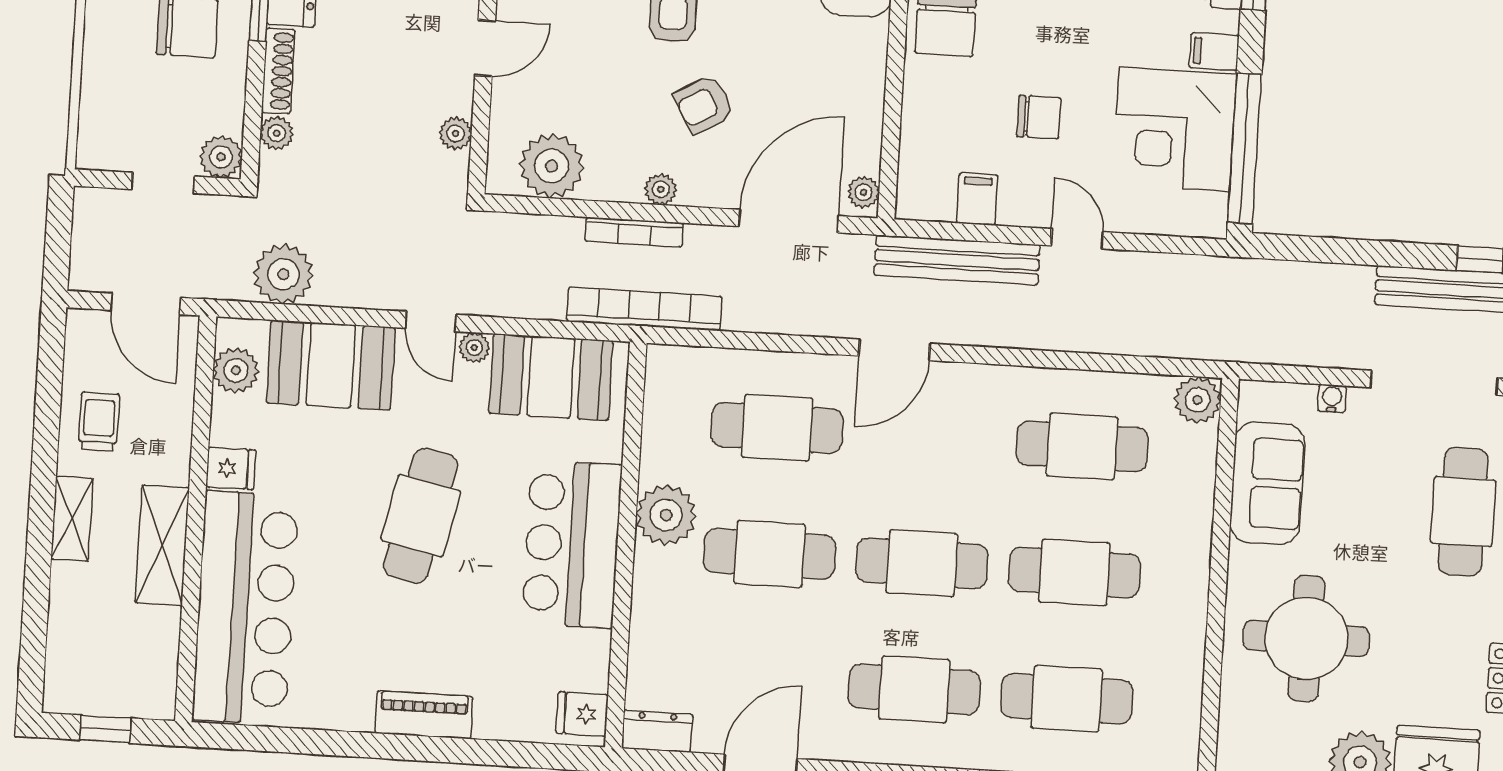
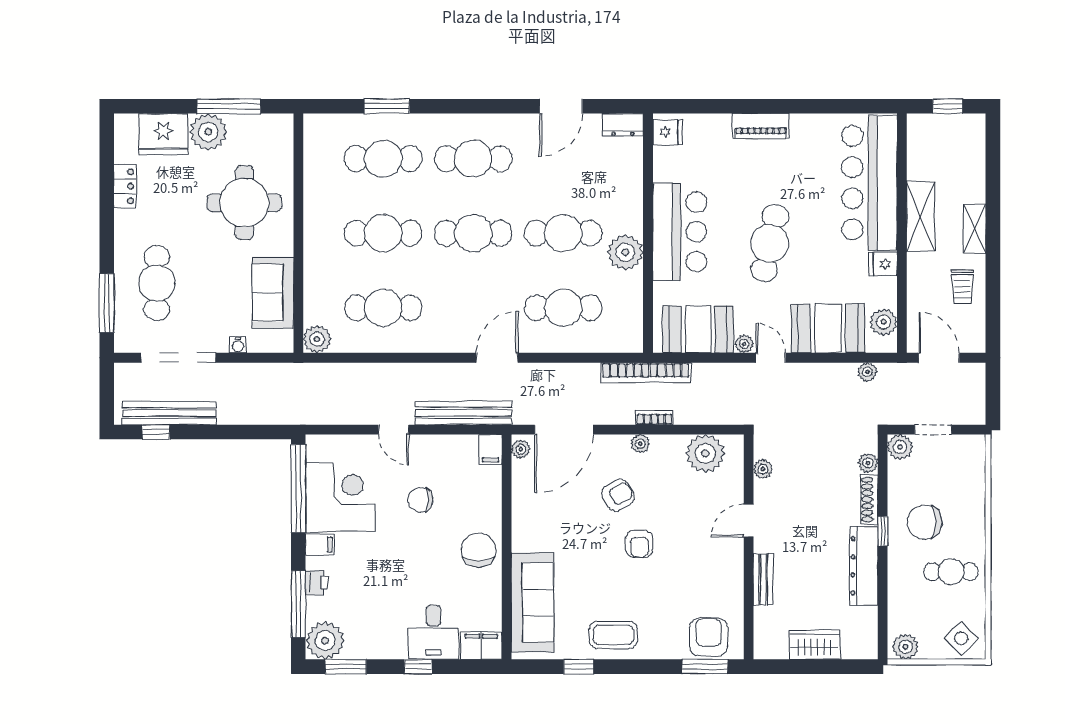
filing cabinet: (977, 199) -> (491, 449), moved
bookcase: (634, 232) -> (654, 417), width x0.64
plant: (283, 274) -> (867, 372), width x0.53, depth x0.53

